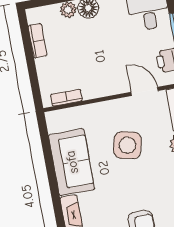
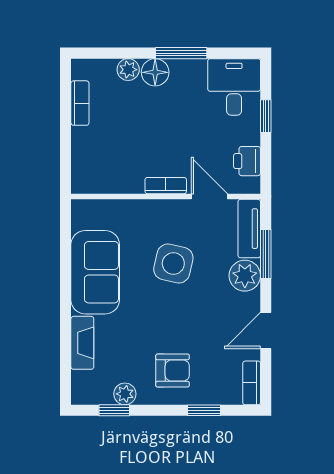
bookcase: (66, 98) -> (166, 186), moved

